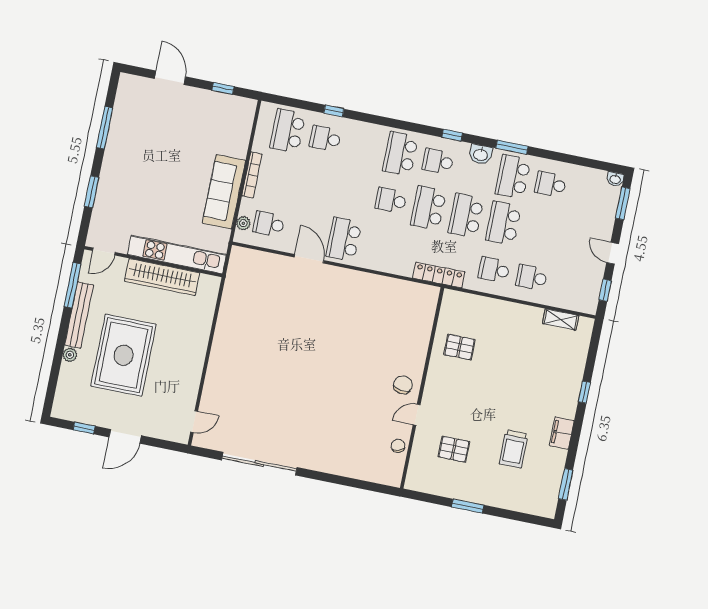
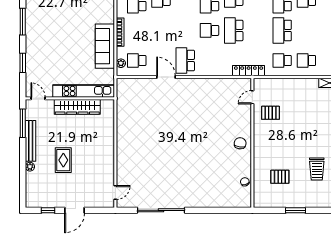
school desk: (466, 216) -> (258, 30), removed
door: (104, 252) -> (38, 98), swing flipped
rug: (124, 355) -> (63, 160), width x0.54, depth x0.49
door: (417, 415) -> (252, 97), moved

